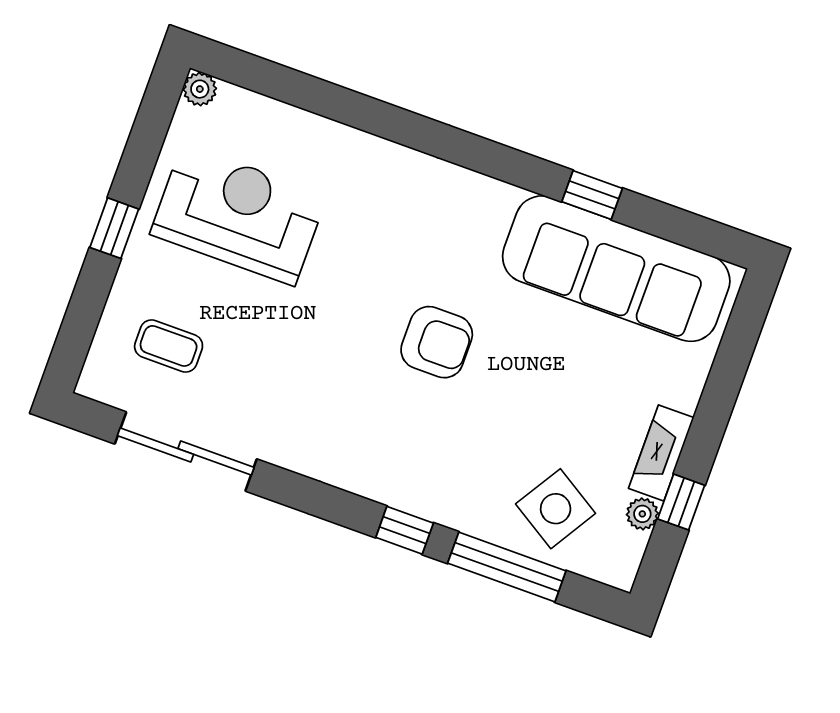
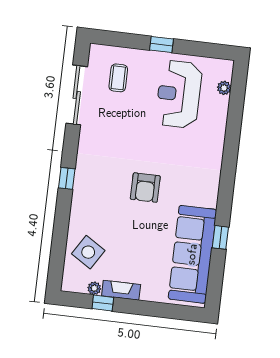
plant: (200, 89) -> (224, 88), moved
reception desk: (239, 215) -> (179, 94), turned 180
window: (405, 530) -> (67, 178), moved
window: (507, 567) -> (60, 238), removed

